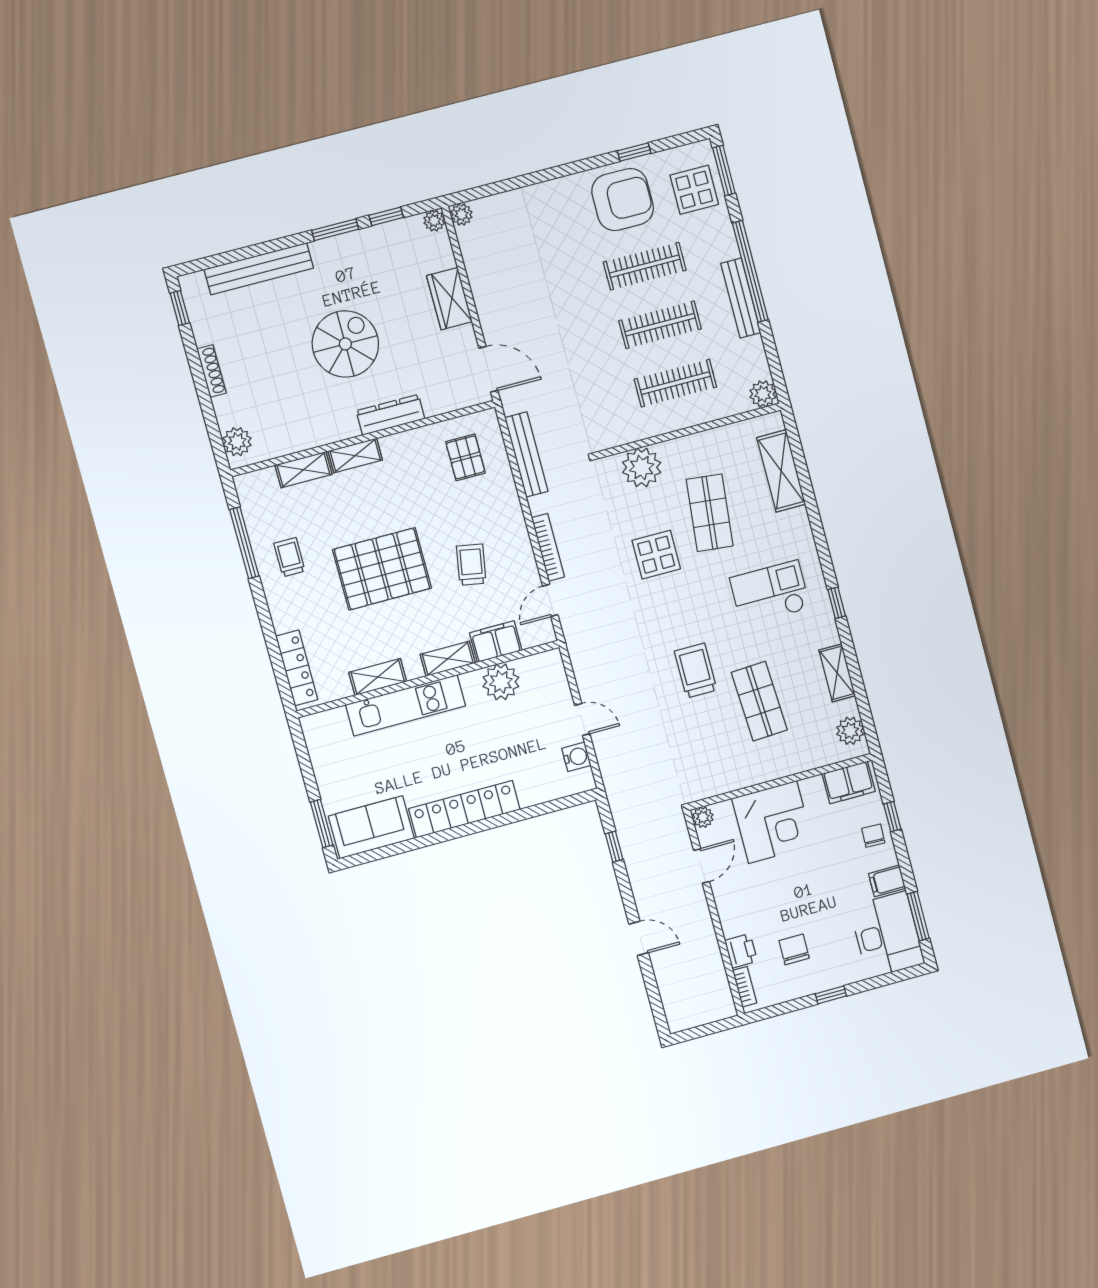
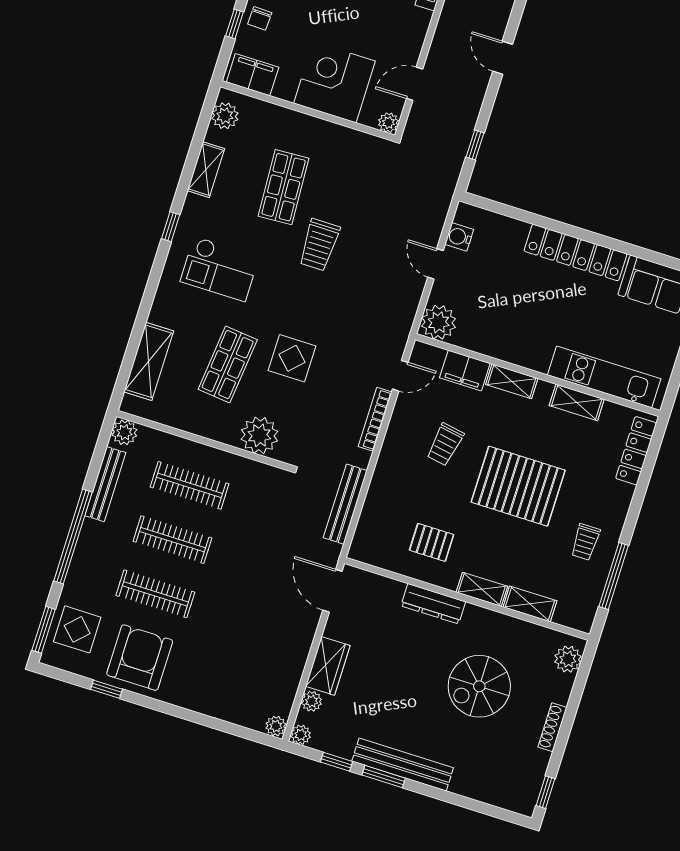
armchair: (623, 200) -> (140, 658), turned 90
plant: (444, 257) -> (312, 701), added
bench: (259, 269) -> (403, 765), moved
bench: (741, 298) -> (105, 484), moved
spiral stairs: (345, 344) -> (479, 686), moved
pallet: (465, 457) -> (432, 542), moved, turned 90
plant: (501, 682) -> (439, 322), moved
kitchen unit: (406, 705) -> (604, 377), moved

